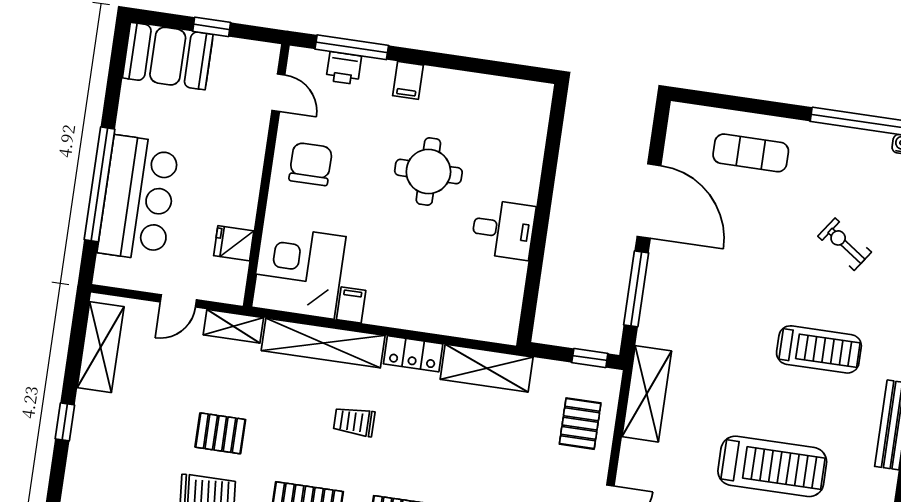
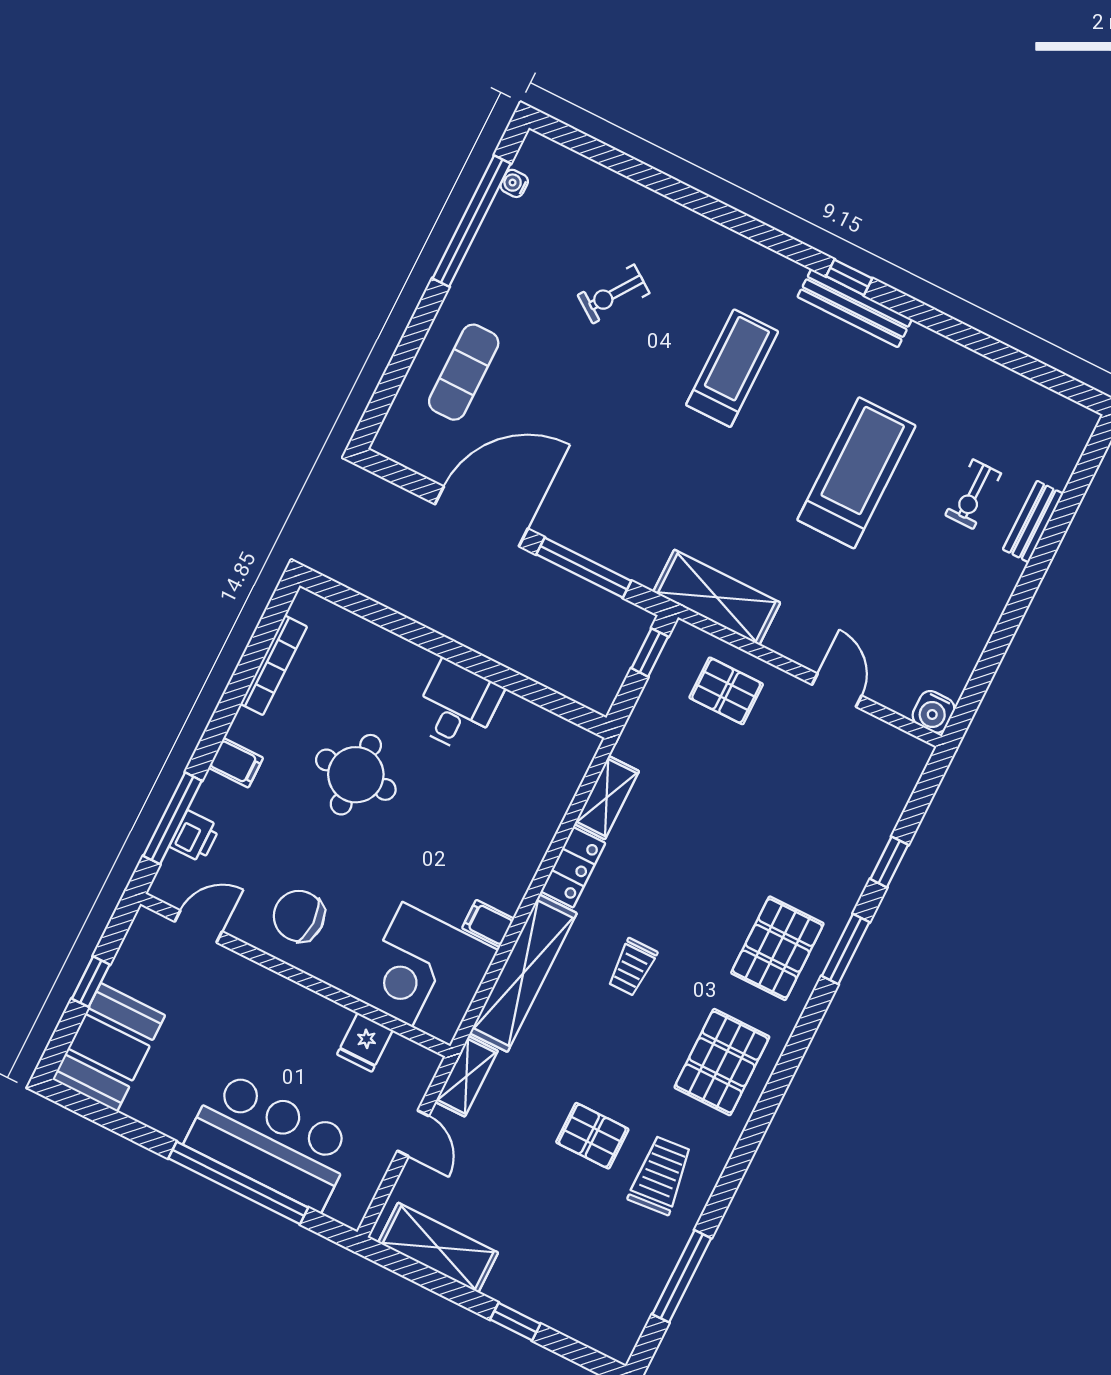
bookcase: (489, 85) -> (274, 665), added
shelving: (487, 368) -> (607, 798), width x0.67, depth x0.75
pallet: (220, 433) -> (592, 1136), turned 90

